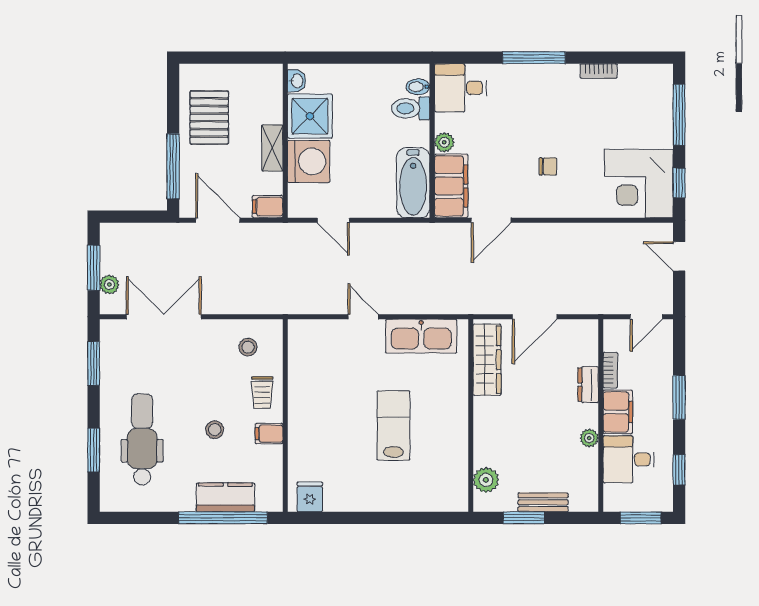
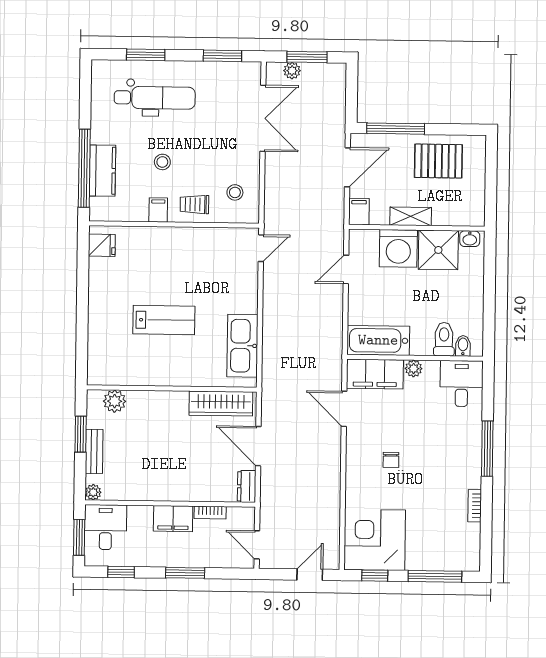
door: (363, 317) -> (261, 248), moved
dresser: (588, 385) -> (247, 486), moved, turned -90
plant: (589, 438) -> (93, 492), moved
desk: (629, 459) -> (105, 527), moved

